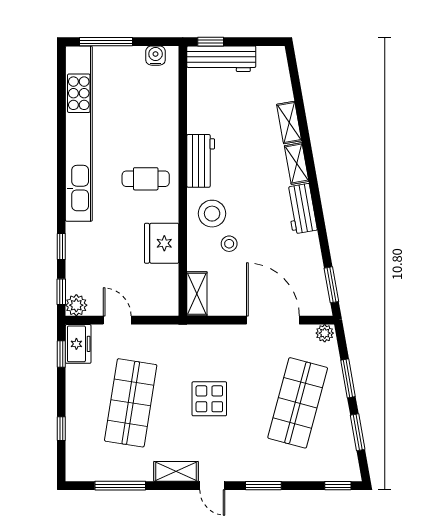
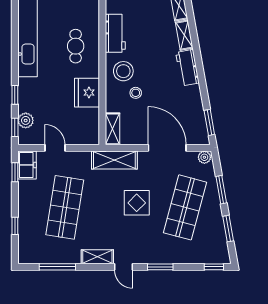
cafe table: (146, 179) -> (76, 46), turned 90
plant: (76, 305) -> (26, 120), moved
shelving: (200, 337) -> (114, 160), added
display table: (209, 399) -> (137, 203), moved

